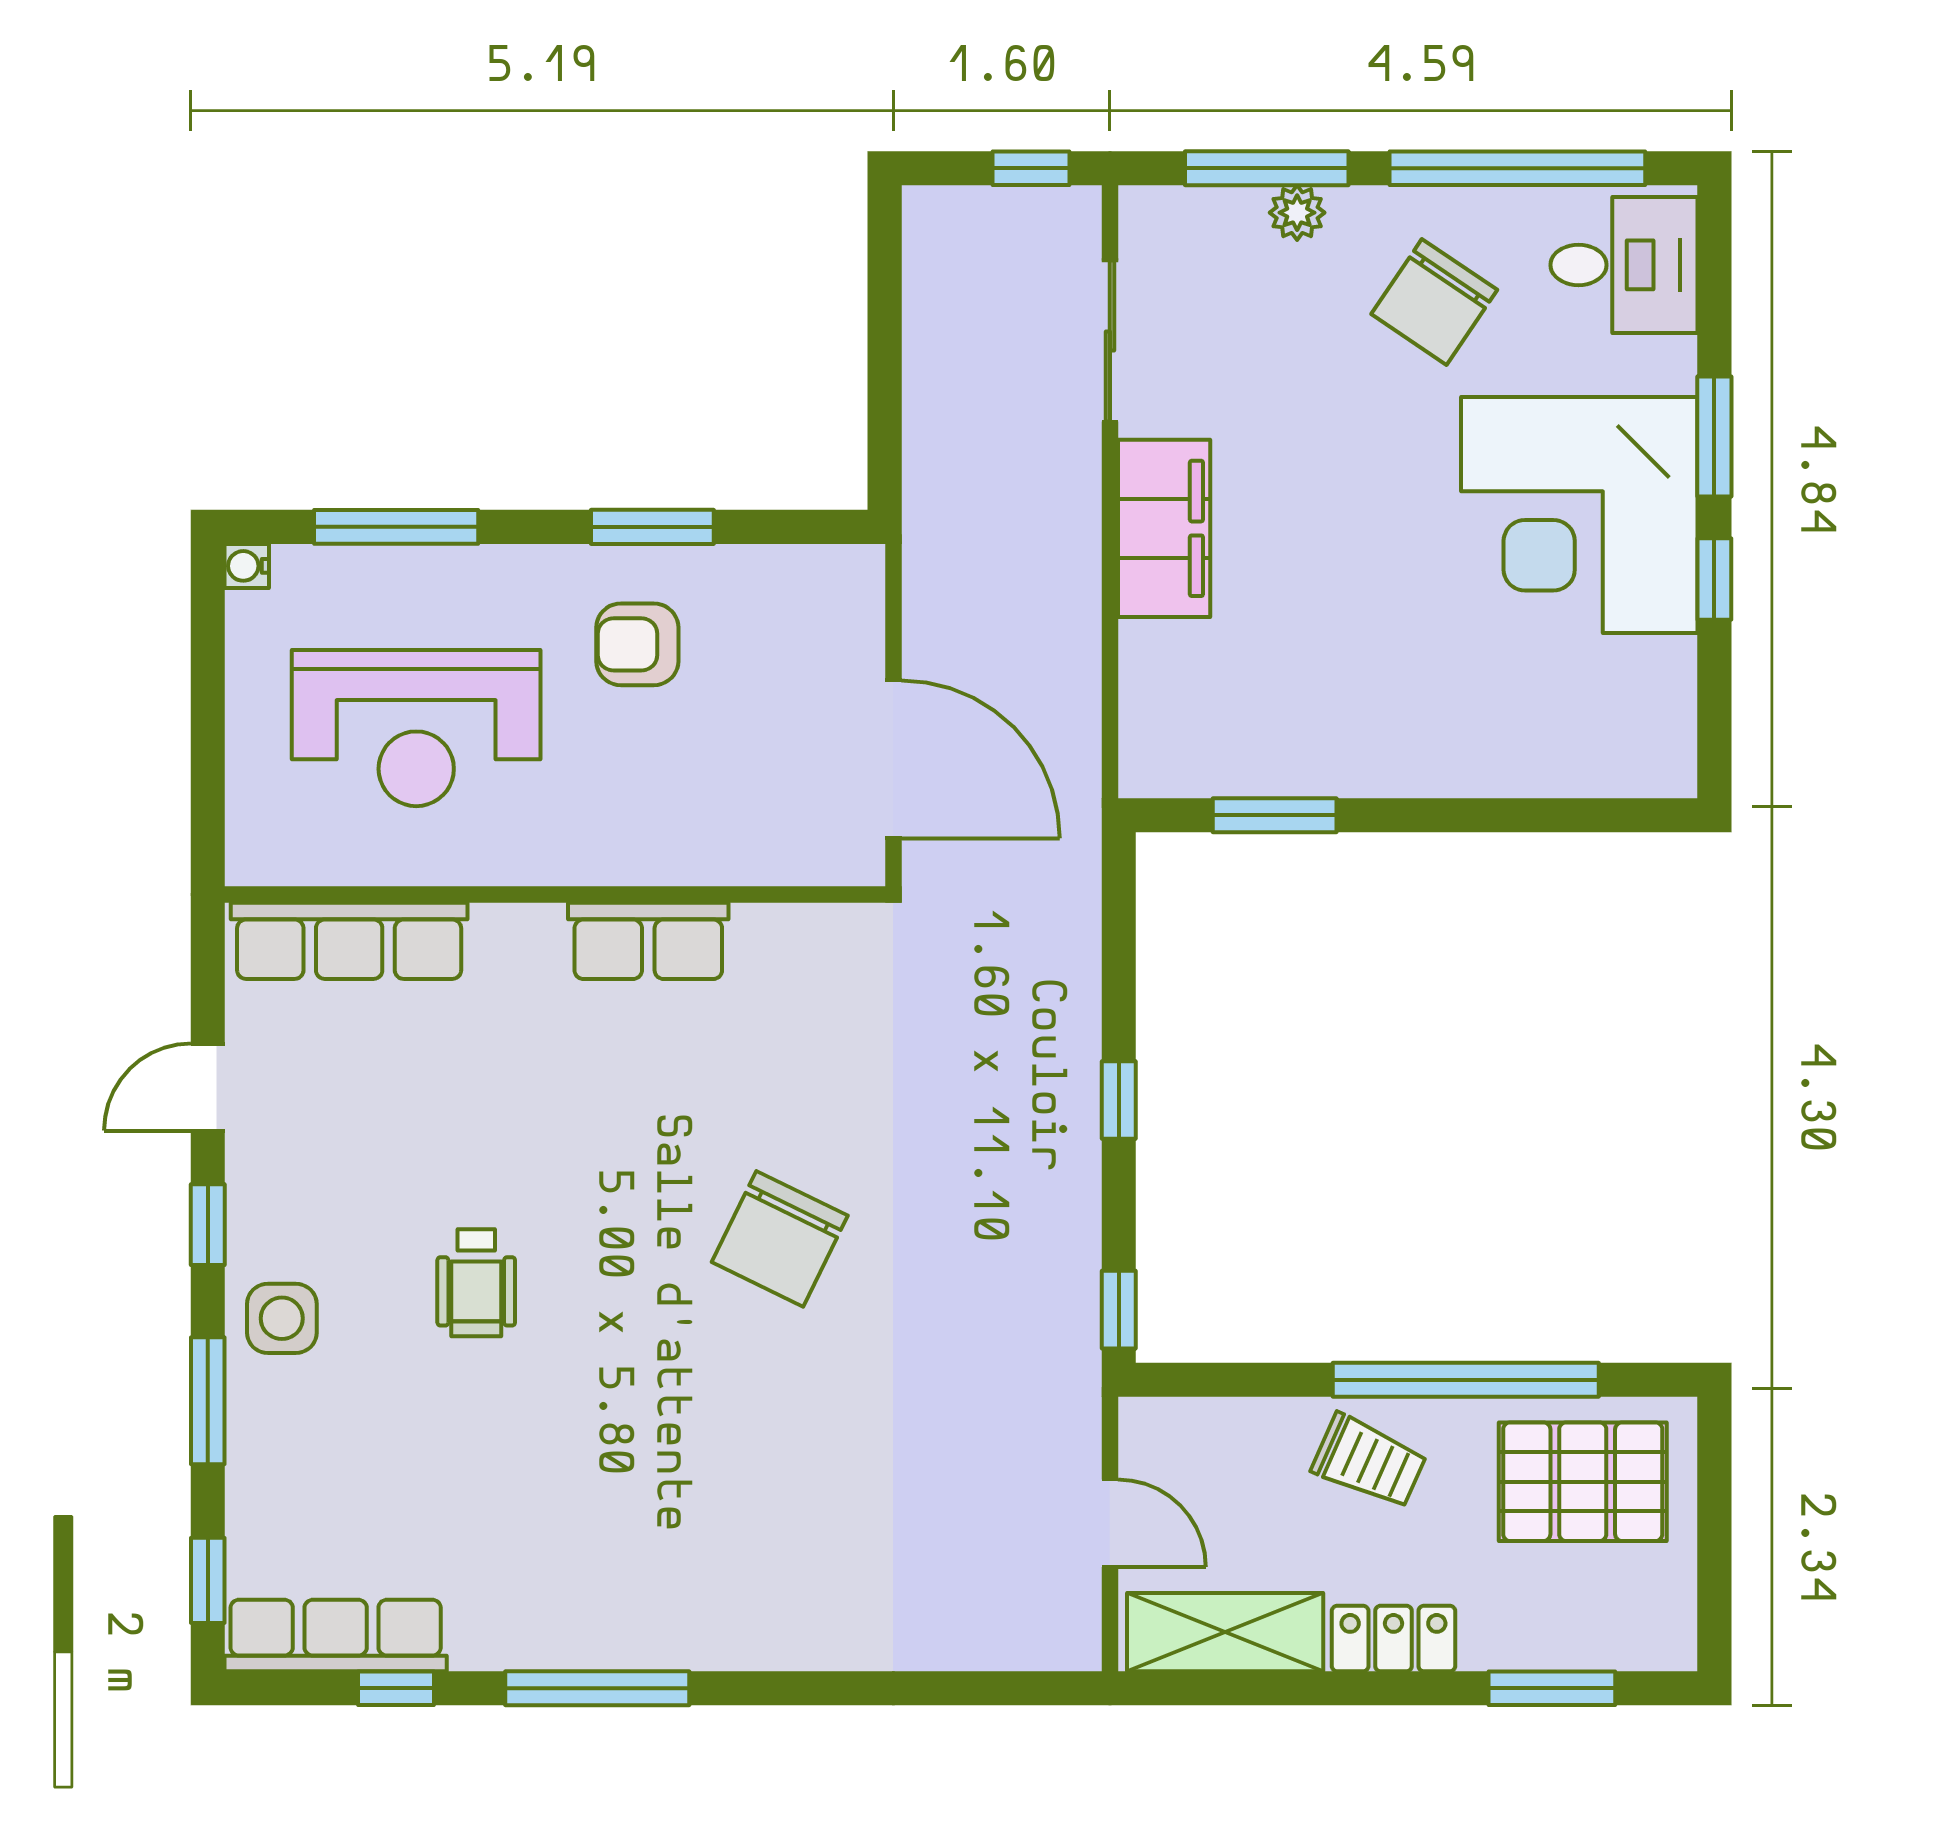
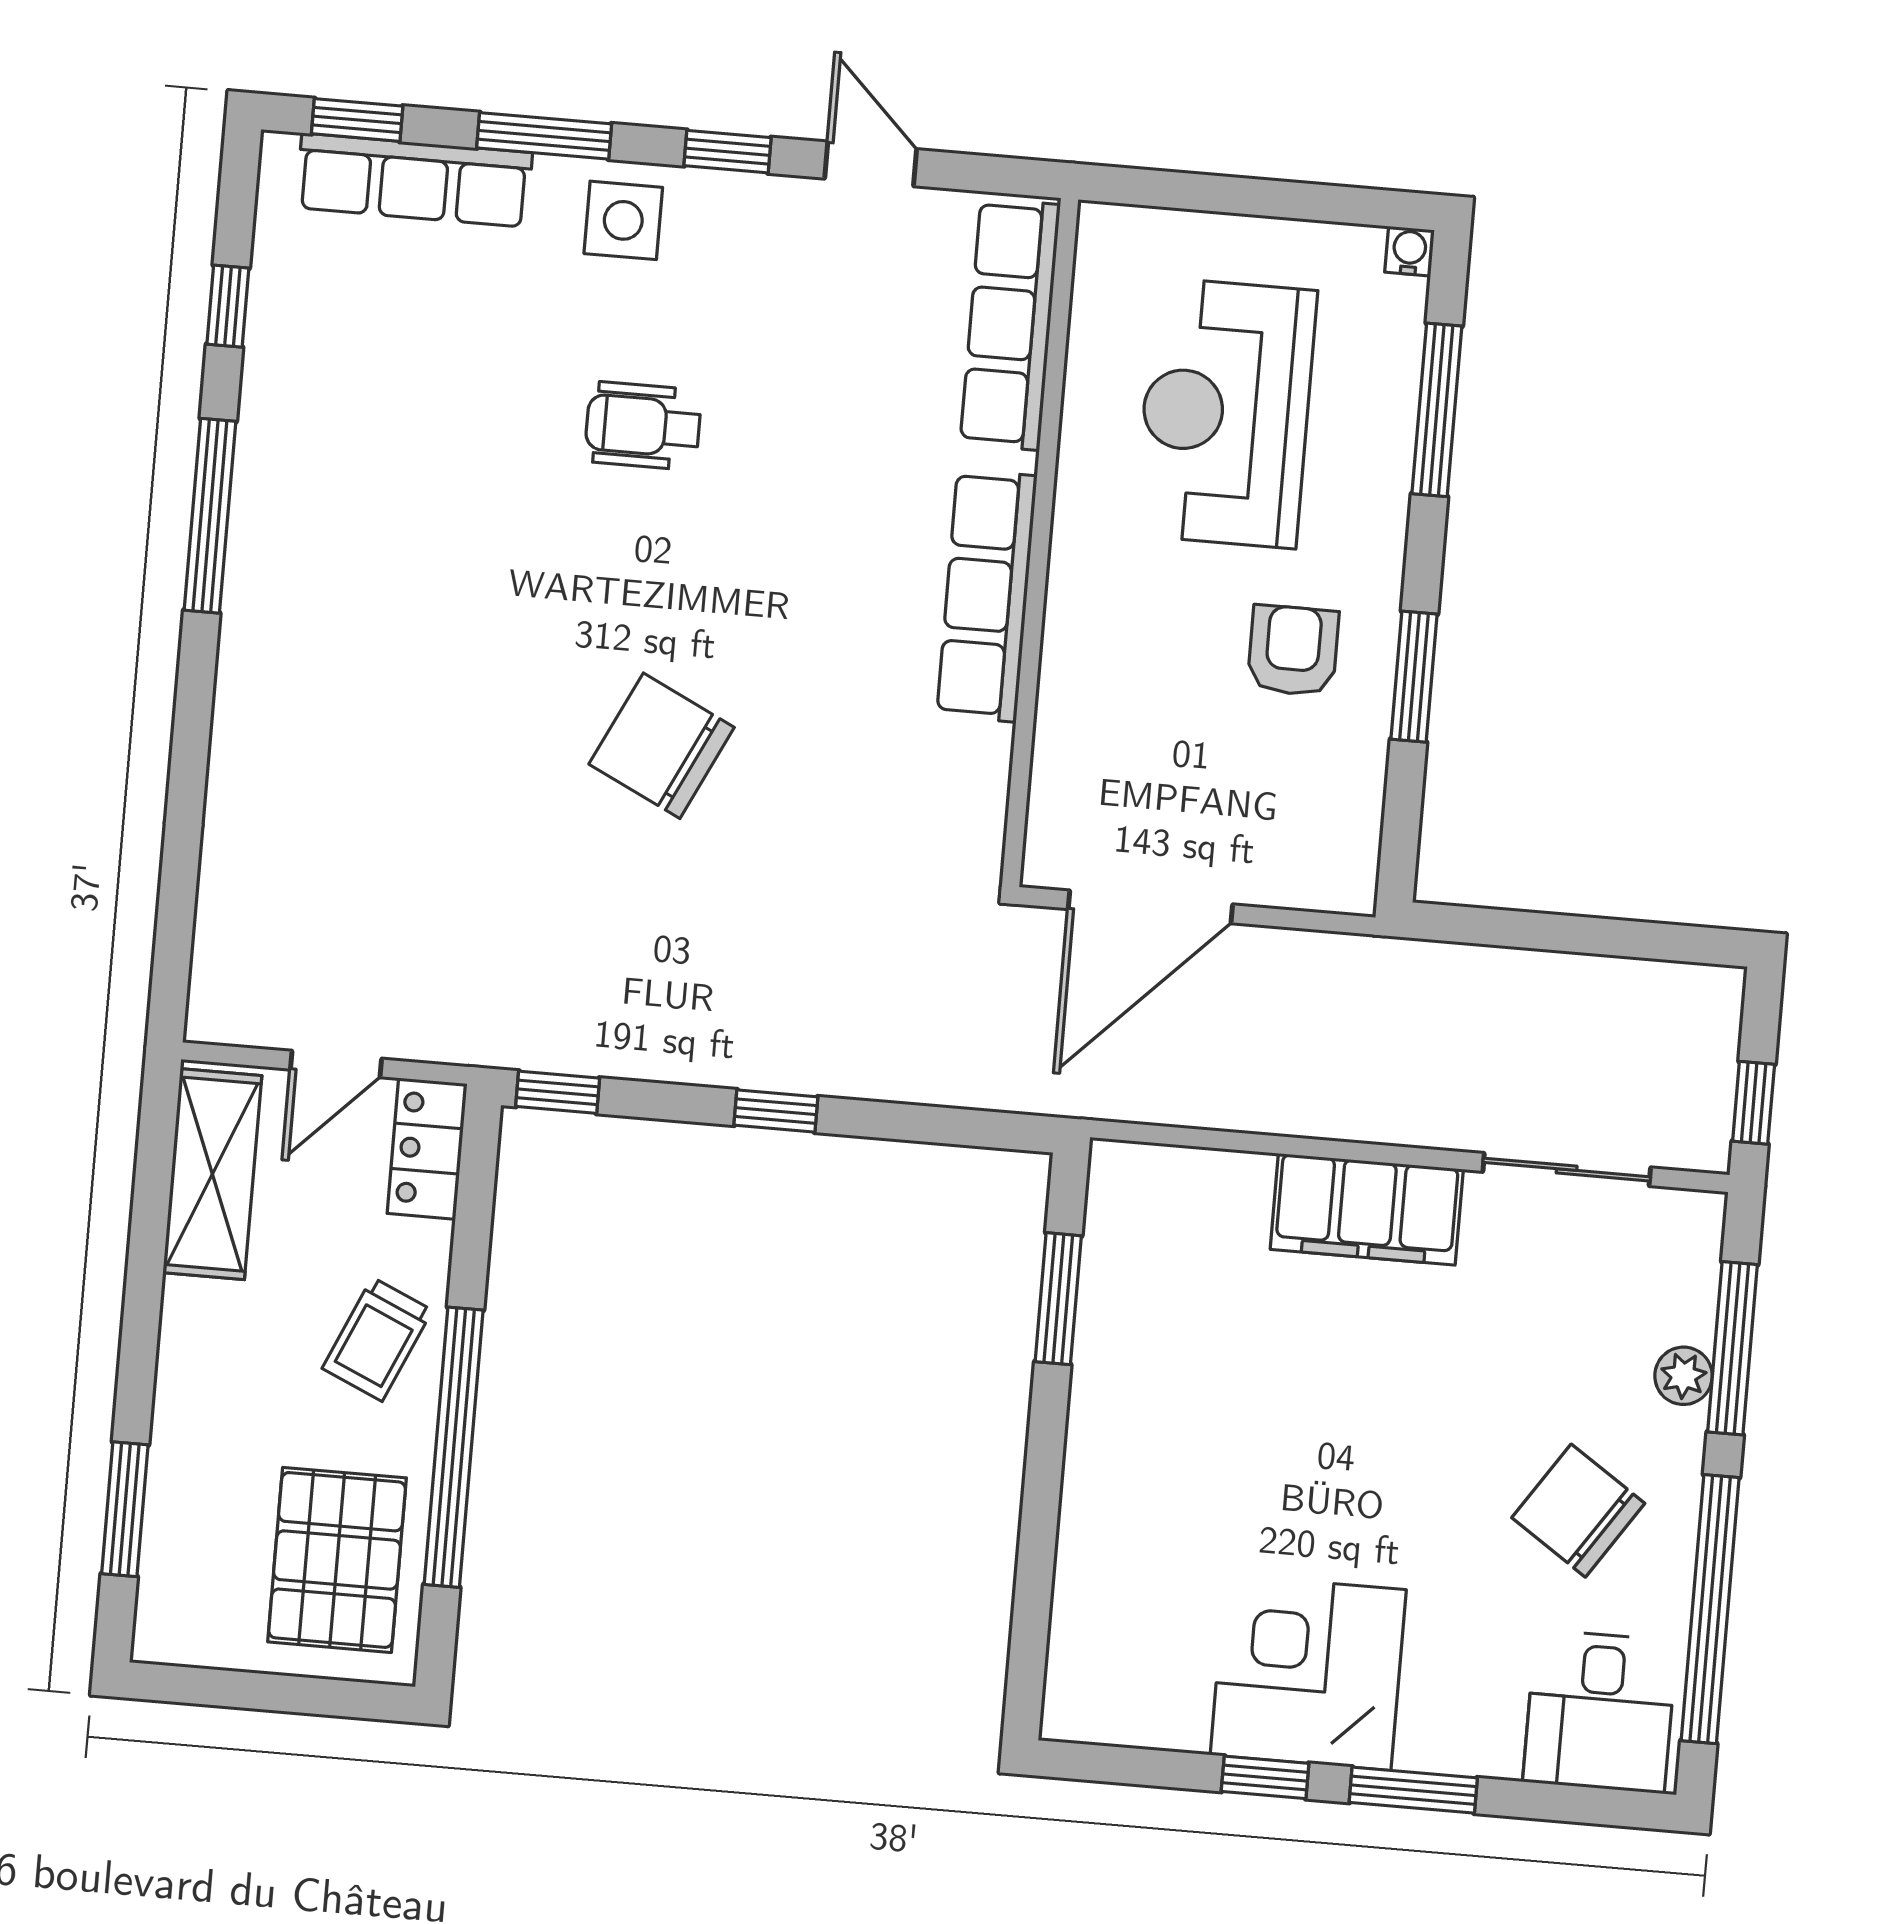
corner desk: (1579, 515) -> (1308, 1672), width x0.74, depth x0.74
row of seats: (648, 941) -> (987, 596), width x1.48
row of seats: (336, 1636) -> (414, 180), moved, turned 90
locker: (1393, 1639) -> (427, 1149), moved, turned 180

